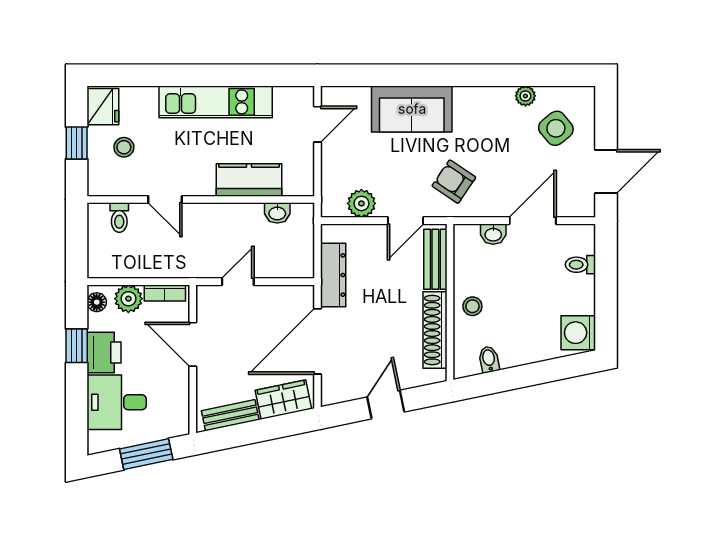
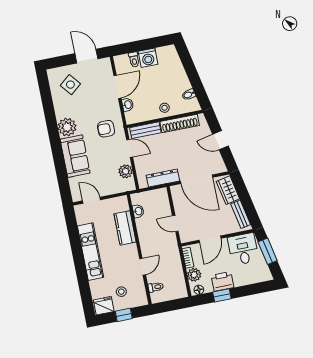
plant: (525, 96) -> (67, 127), moved, width x1.87, depth x1.87
armchair: (454, 182) -> (106, 129), turned 56
door: (533, 221) -> (117, 87), swing flipped
washing machine: (578, 333) -> (148, 58), moved
desk: (117, 402) -> (243, 249), moved, turned 180

